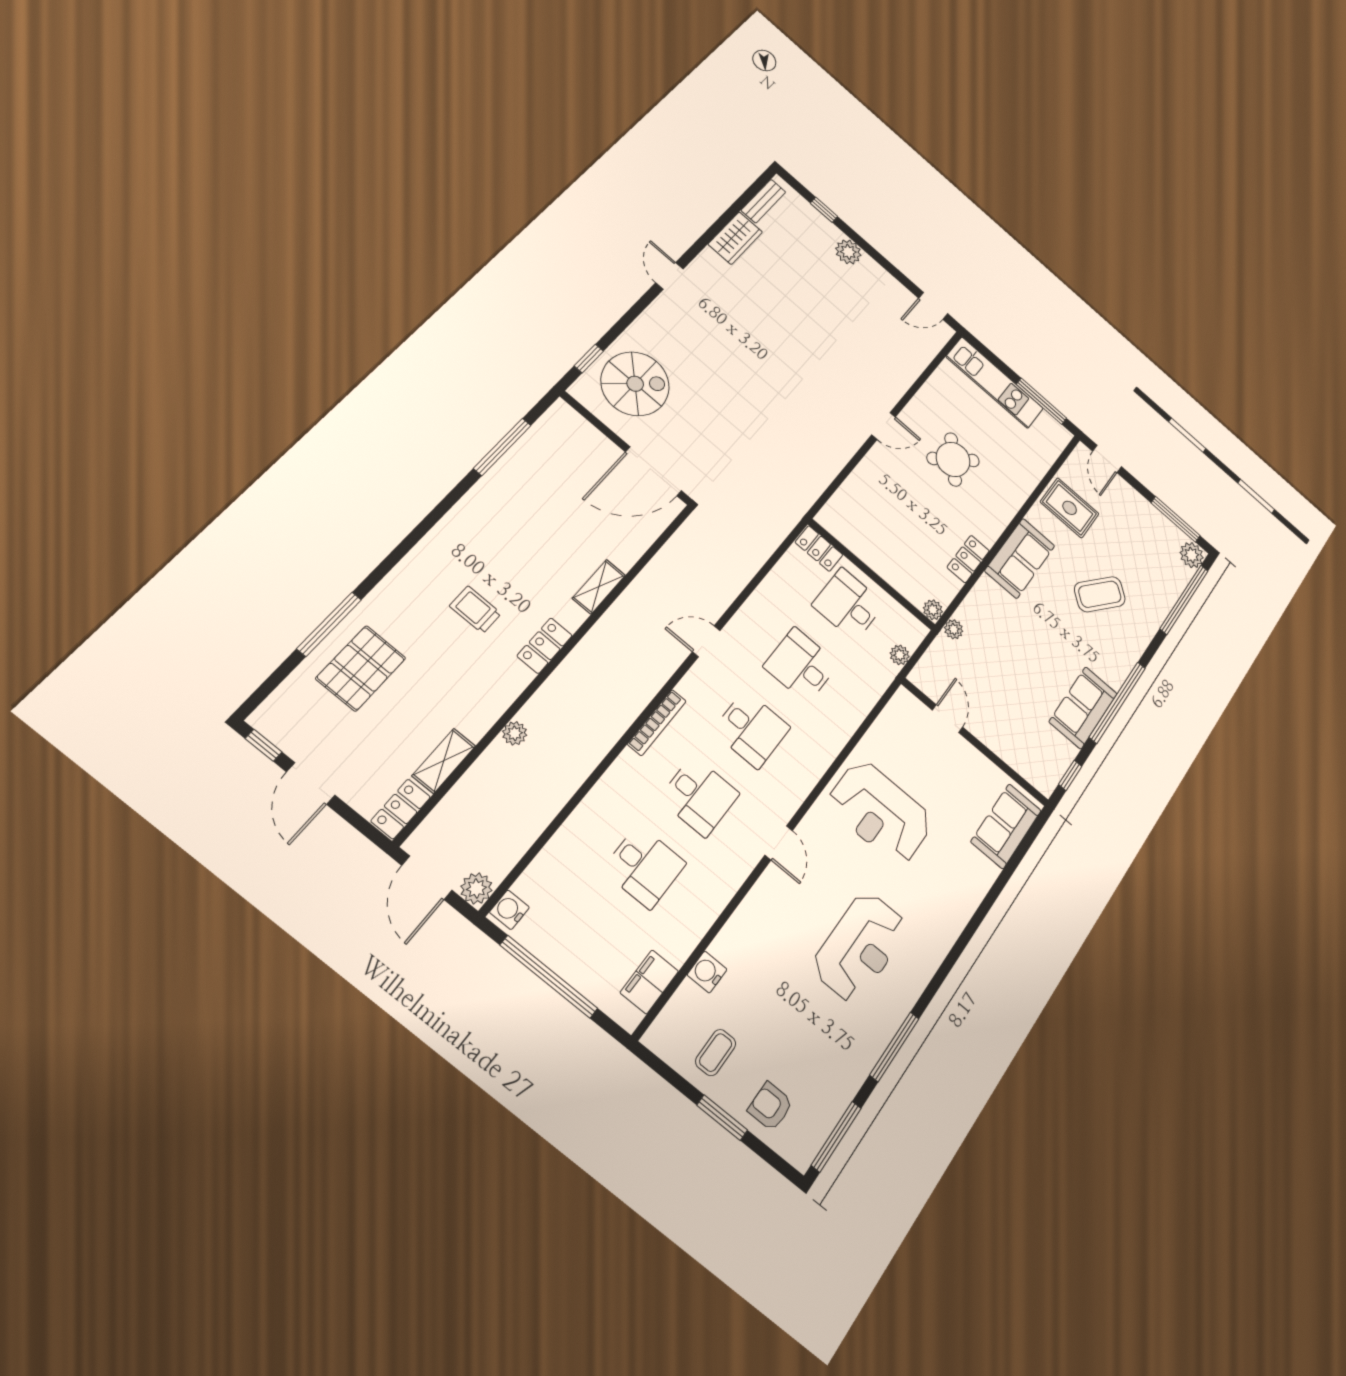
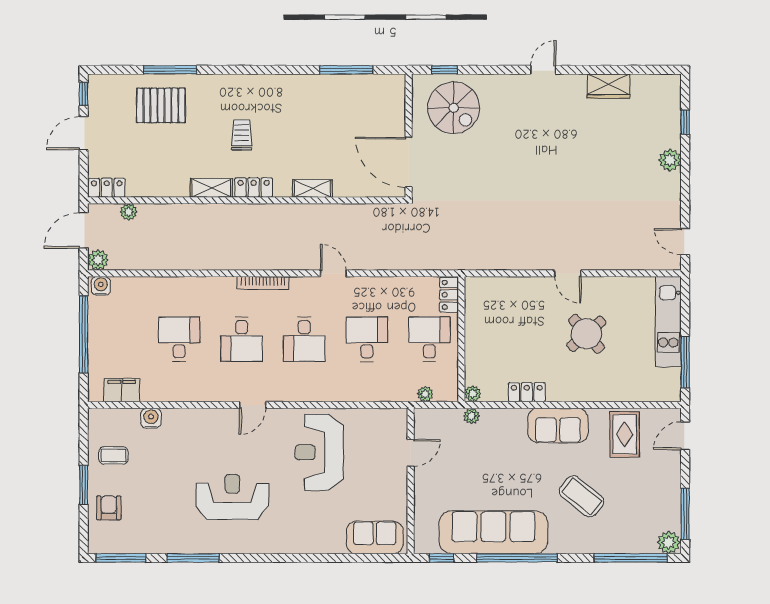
bench: (763, 201) -> (652, 82), removed
sofa: (1083, 708) -> (493, 532), width x1.85, depth x1.27
plant: (515, 733) -> (129, 212), moved
shelving: (444, 761) -> (211, 188), moved
desk: (644, 867) -> (179, 339), turned 180
reception desk: (860, 947) -> (232, 497), turned 180

